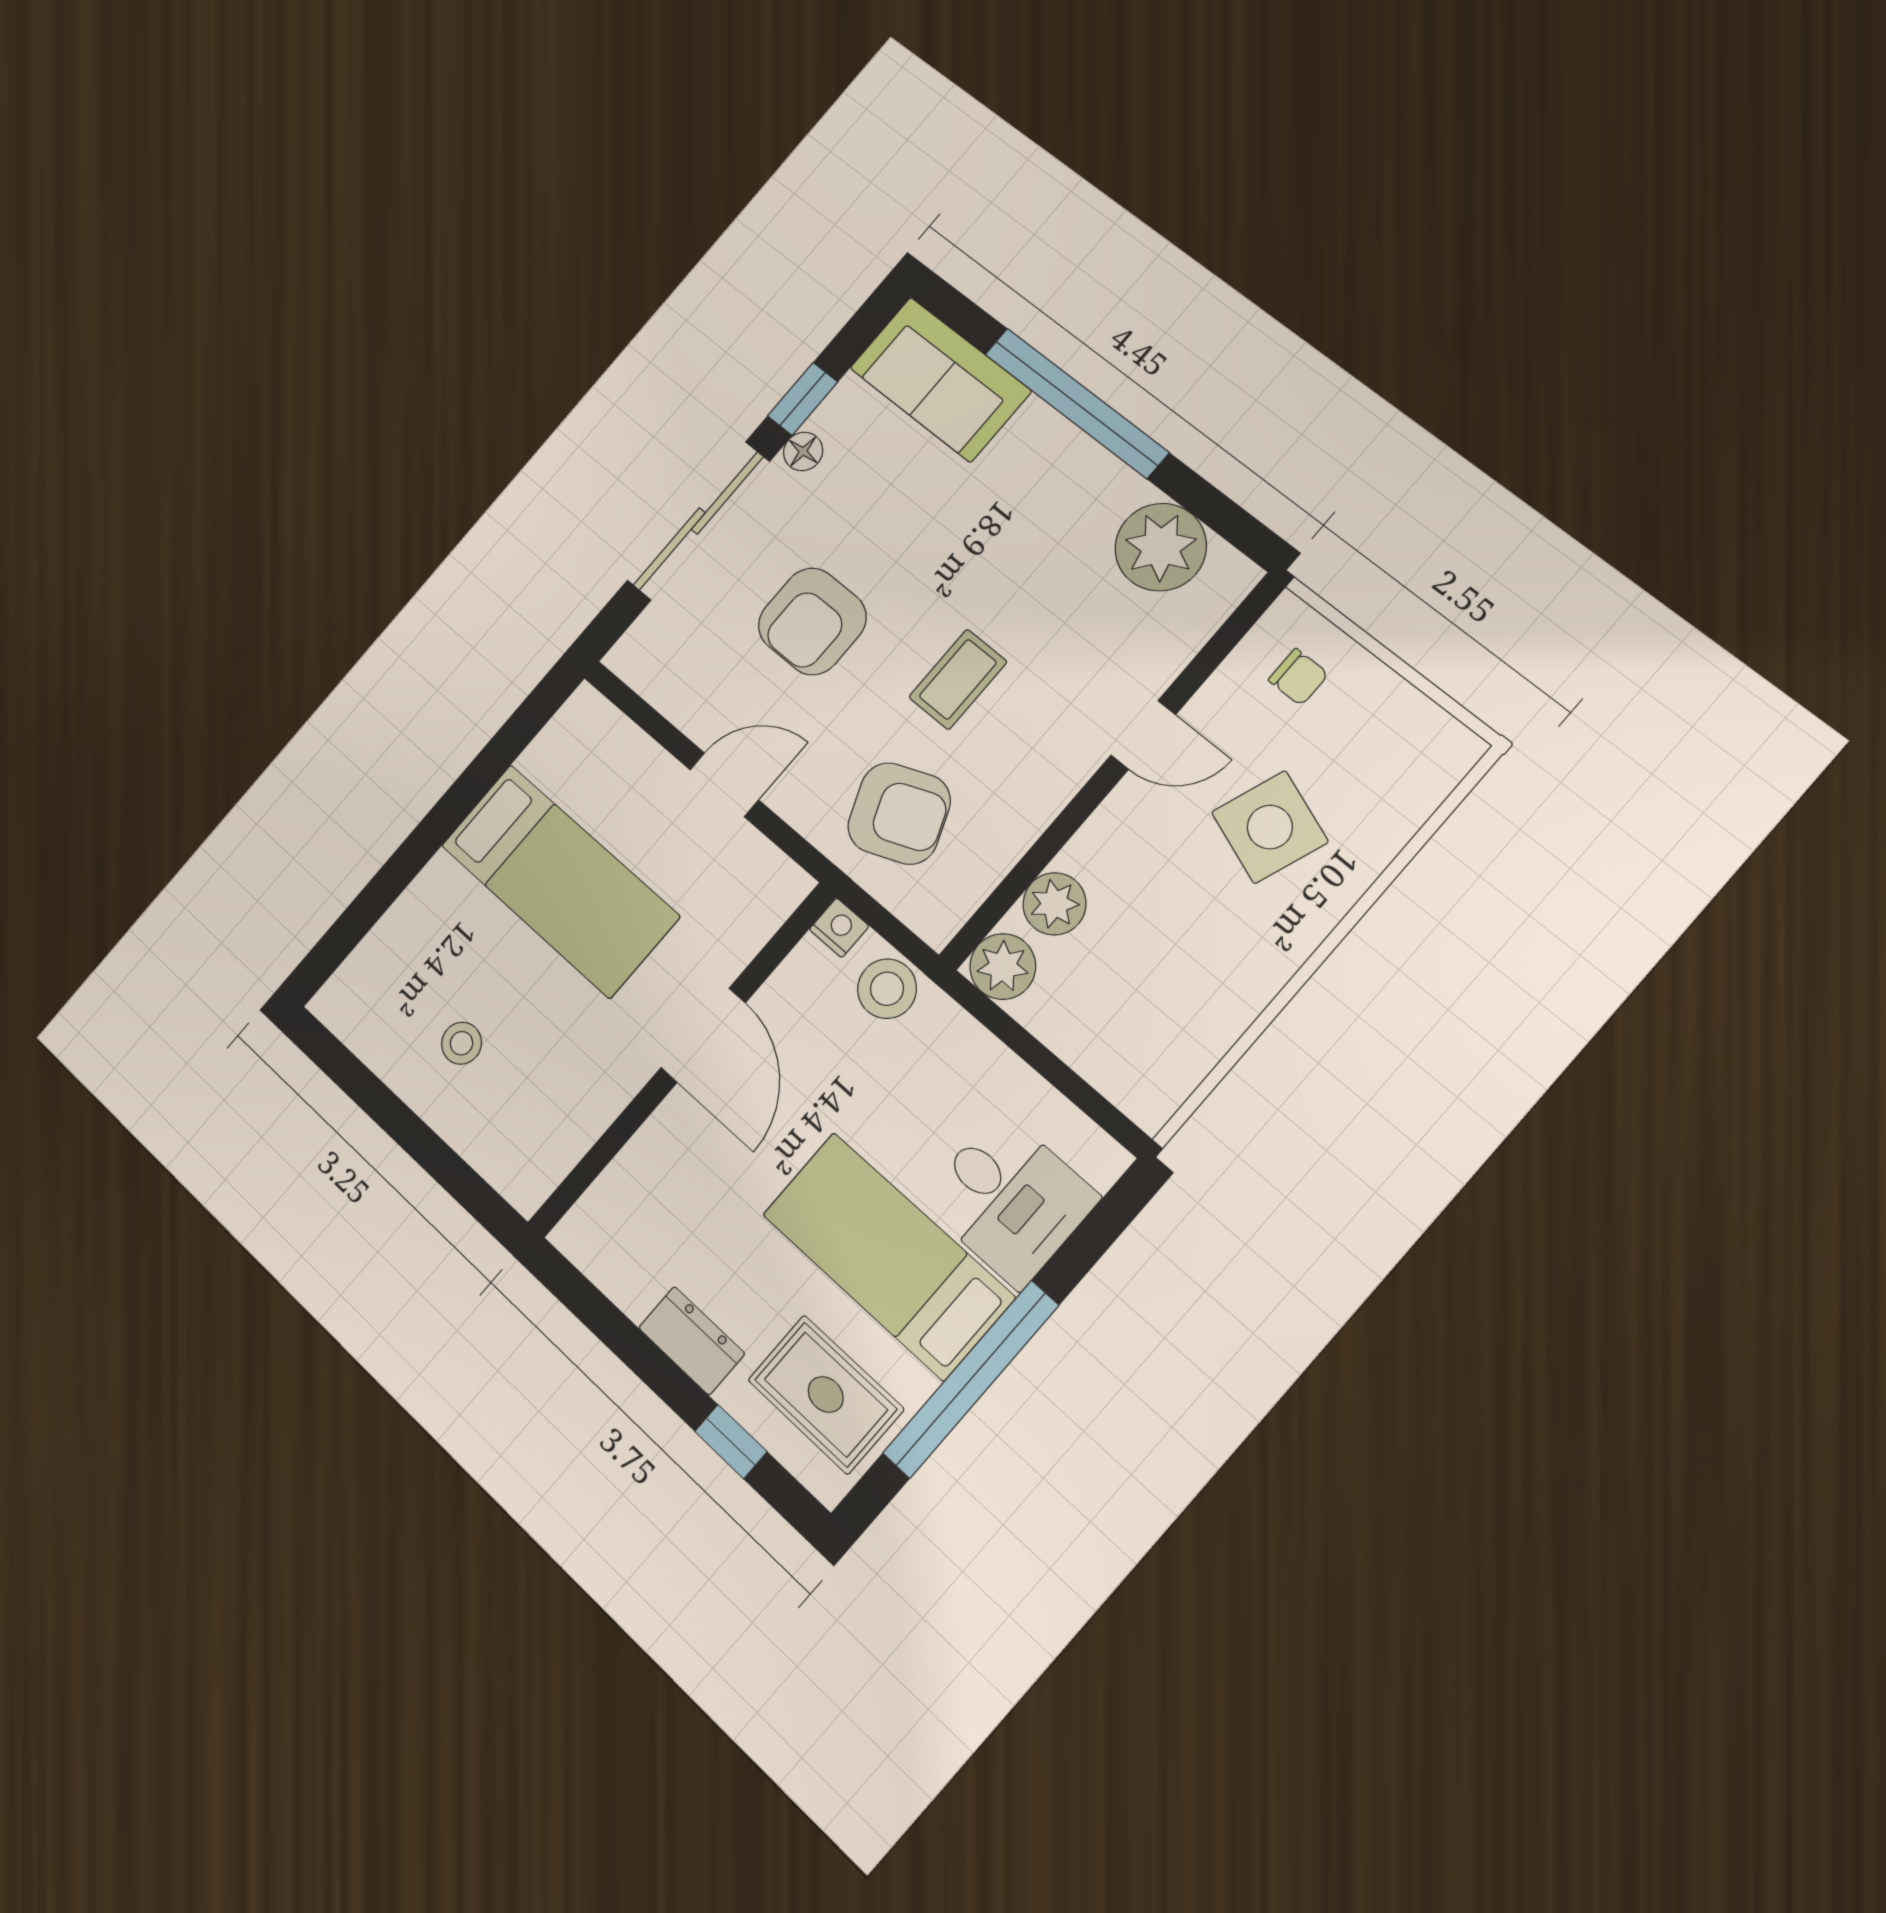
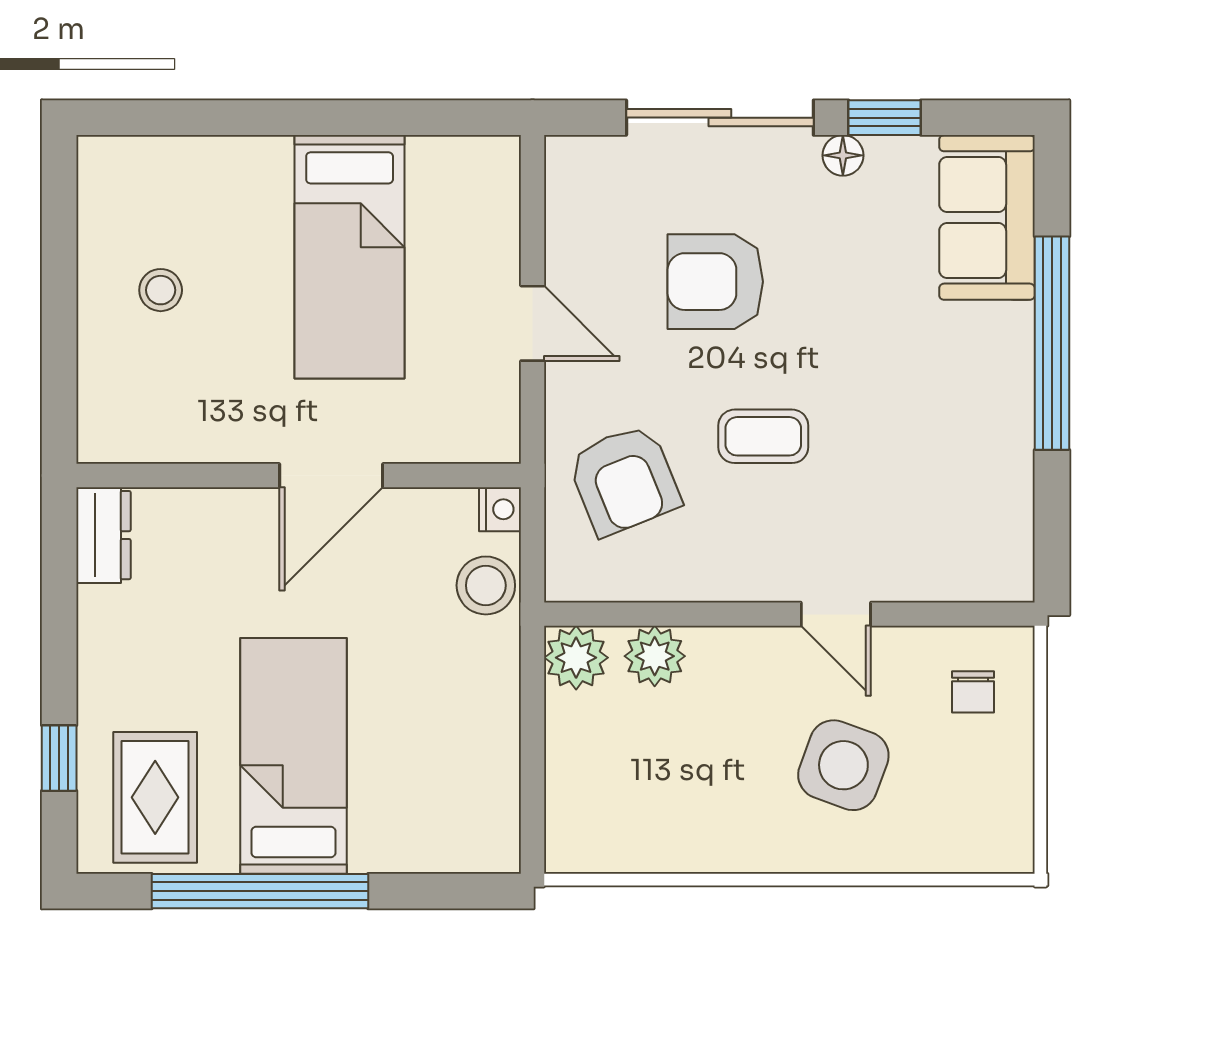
plant: (1161, 547) -> (990, 505), removed
desk: (1010, 1199) -> (412, 808), removed
dresser: (692, 1341) -> (103, 535), moved

